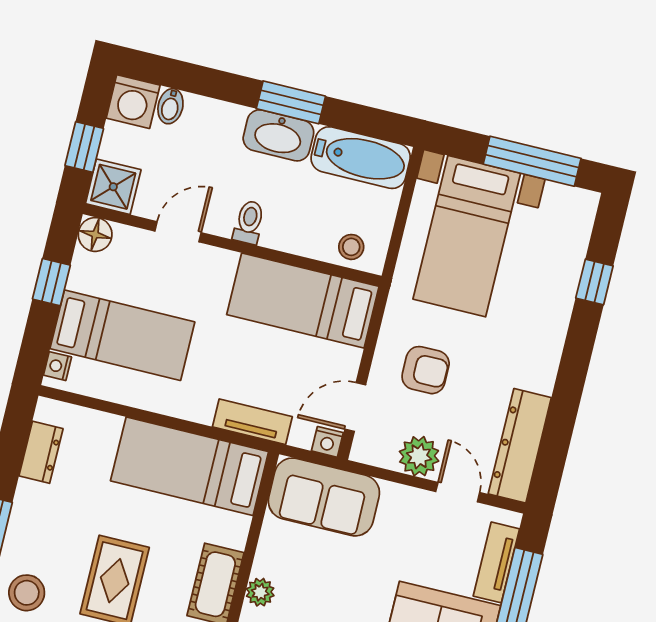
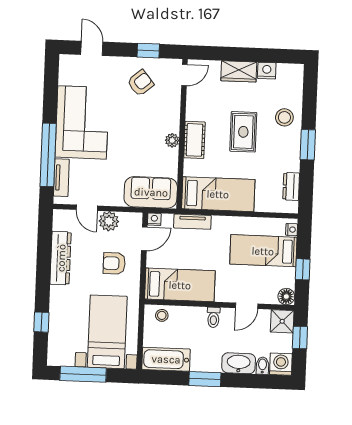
washbasin: (278, 135) -> (239, 363), moved
dresser: (520, 446) -> (61, 258), moved

